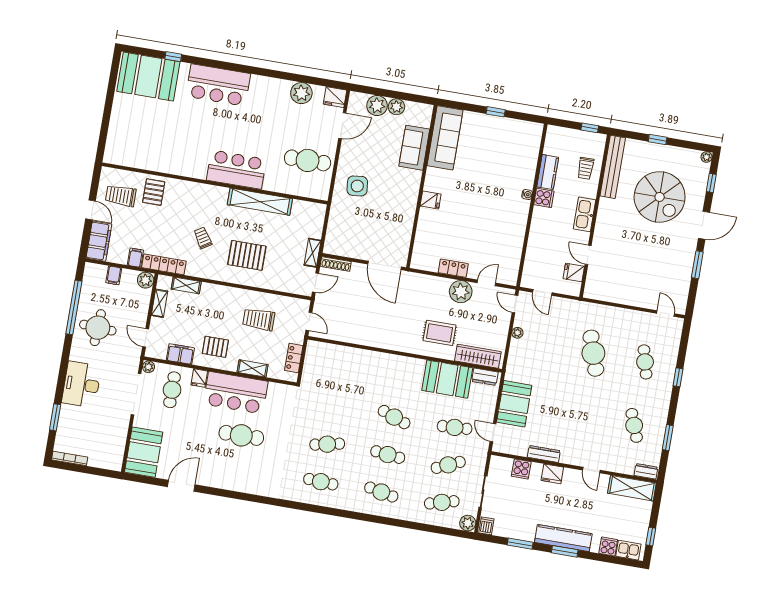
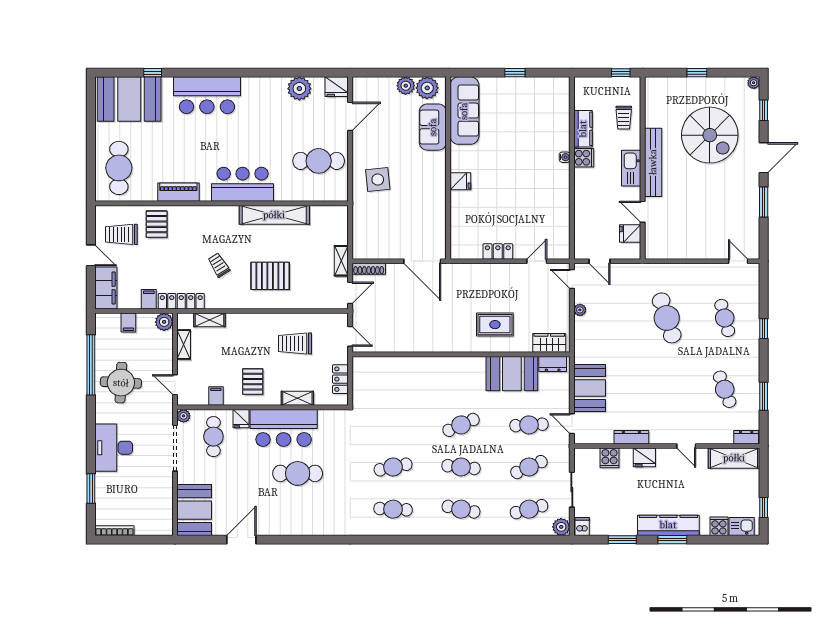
plant: (377, 106) -> (427, 88), moved
cafe table: (129, 136) -> (119, 168), added
piano: (178, 167) -> (178, 192), added
bench: (613, 167) -> (653, 162), moved
plant: (461, 292) -> (510, 276), removed
pallet: (215, 347) -> (253, 382), turned 90
filing cabinet: (180, 354) -> (216, 396), width x0.50
wardrobe: (478, 356) -> (549, 343), width x0.67
cafe table: (394, 417) -> (461, 425), turned -45

